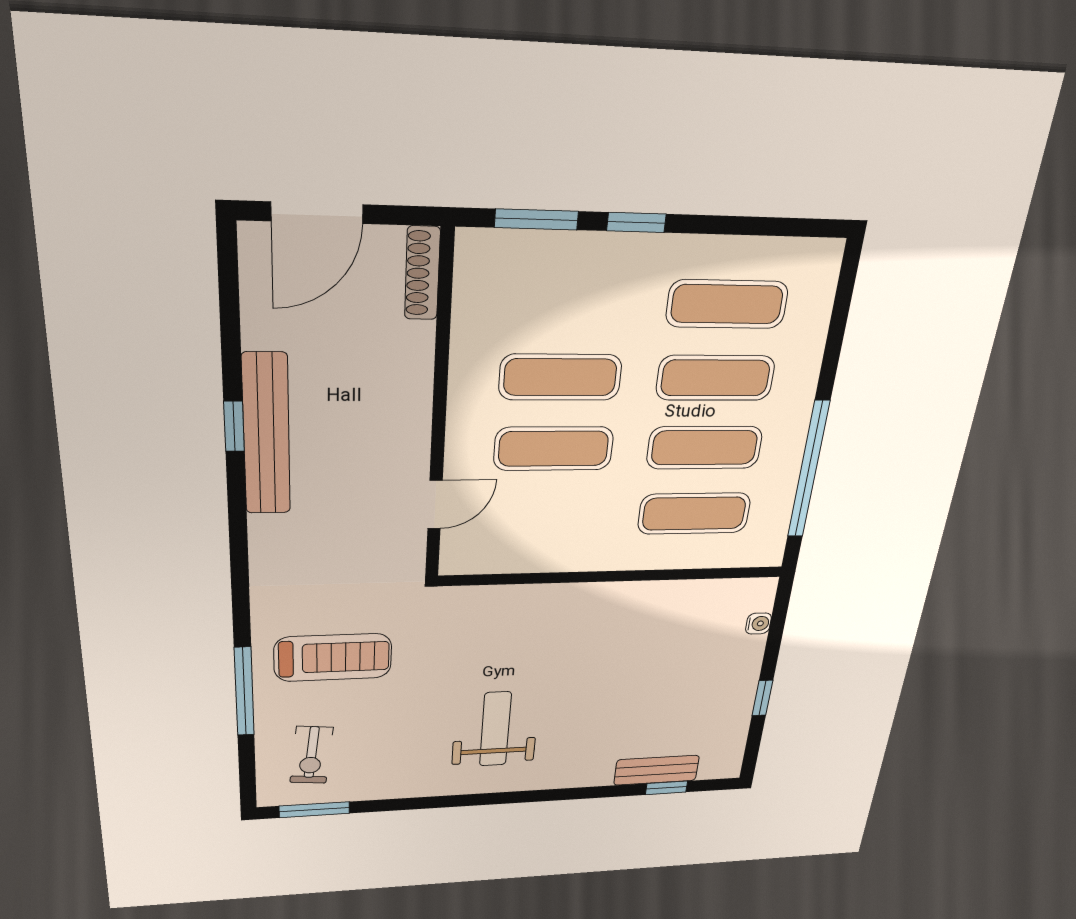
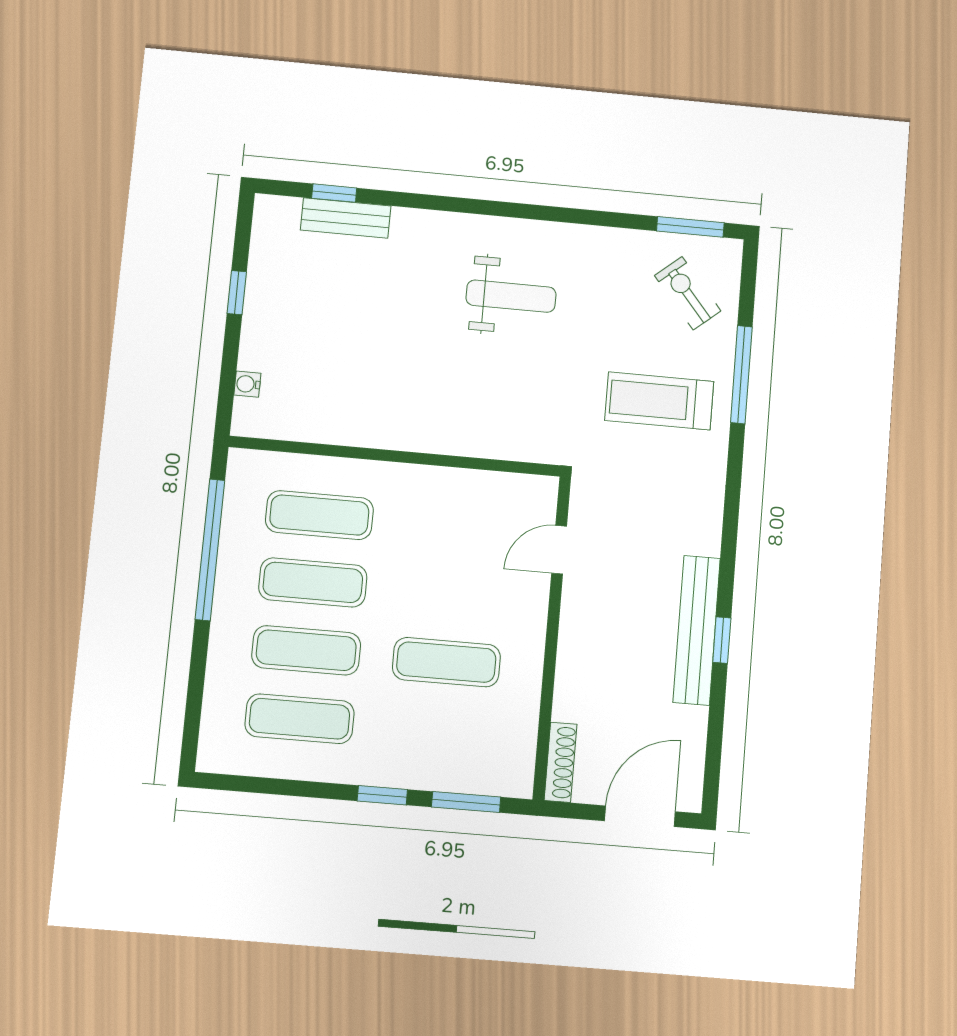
exercise mat: (554, 449) -> (452, 594), removed
weight bench: (495, 729) -> (511, 296), turned -90
exercise bike: (311, 755) -> (688, 293), turned -46

